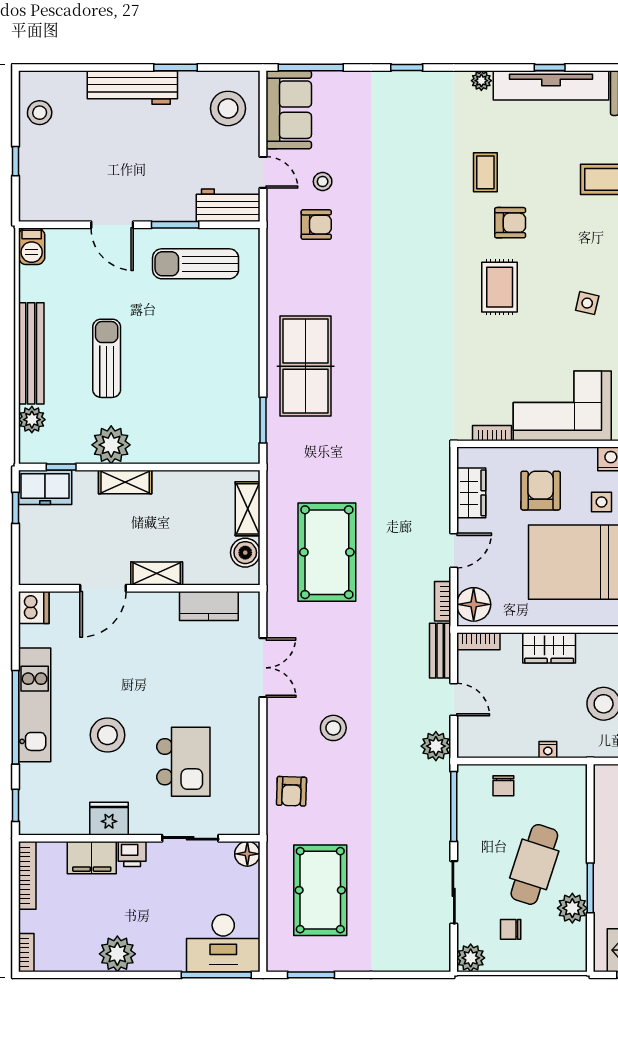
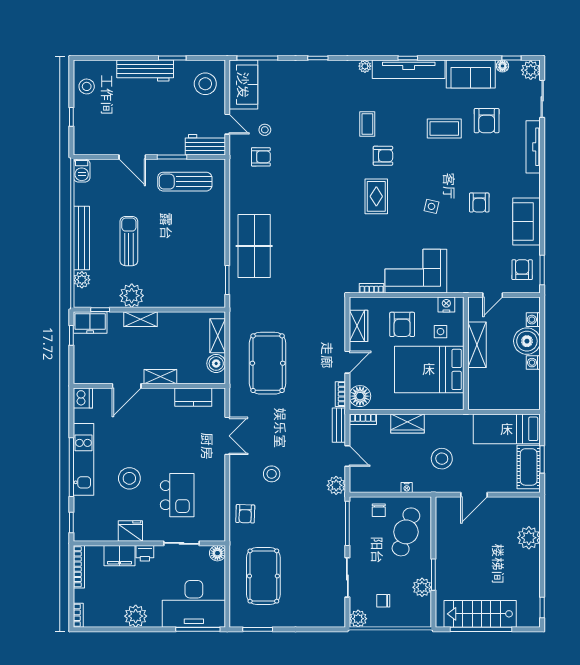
armchair: (541, 491) -> (402, 324), turned 180
cafe table: (534, 864) -> (406, 532), moved
desk: (223, 943) -> (194, 604), width x1.36, depth x1.30

